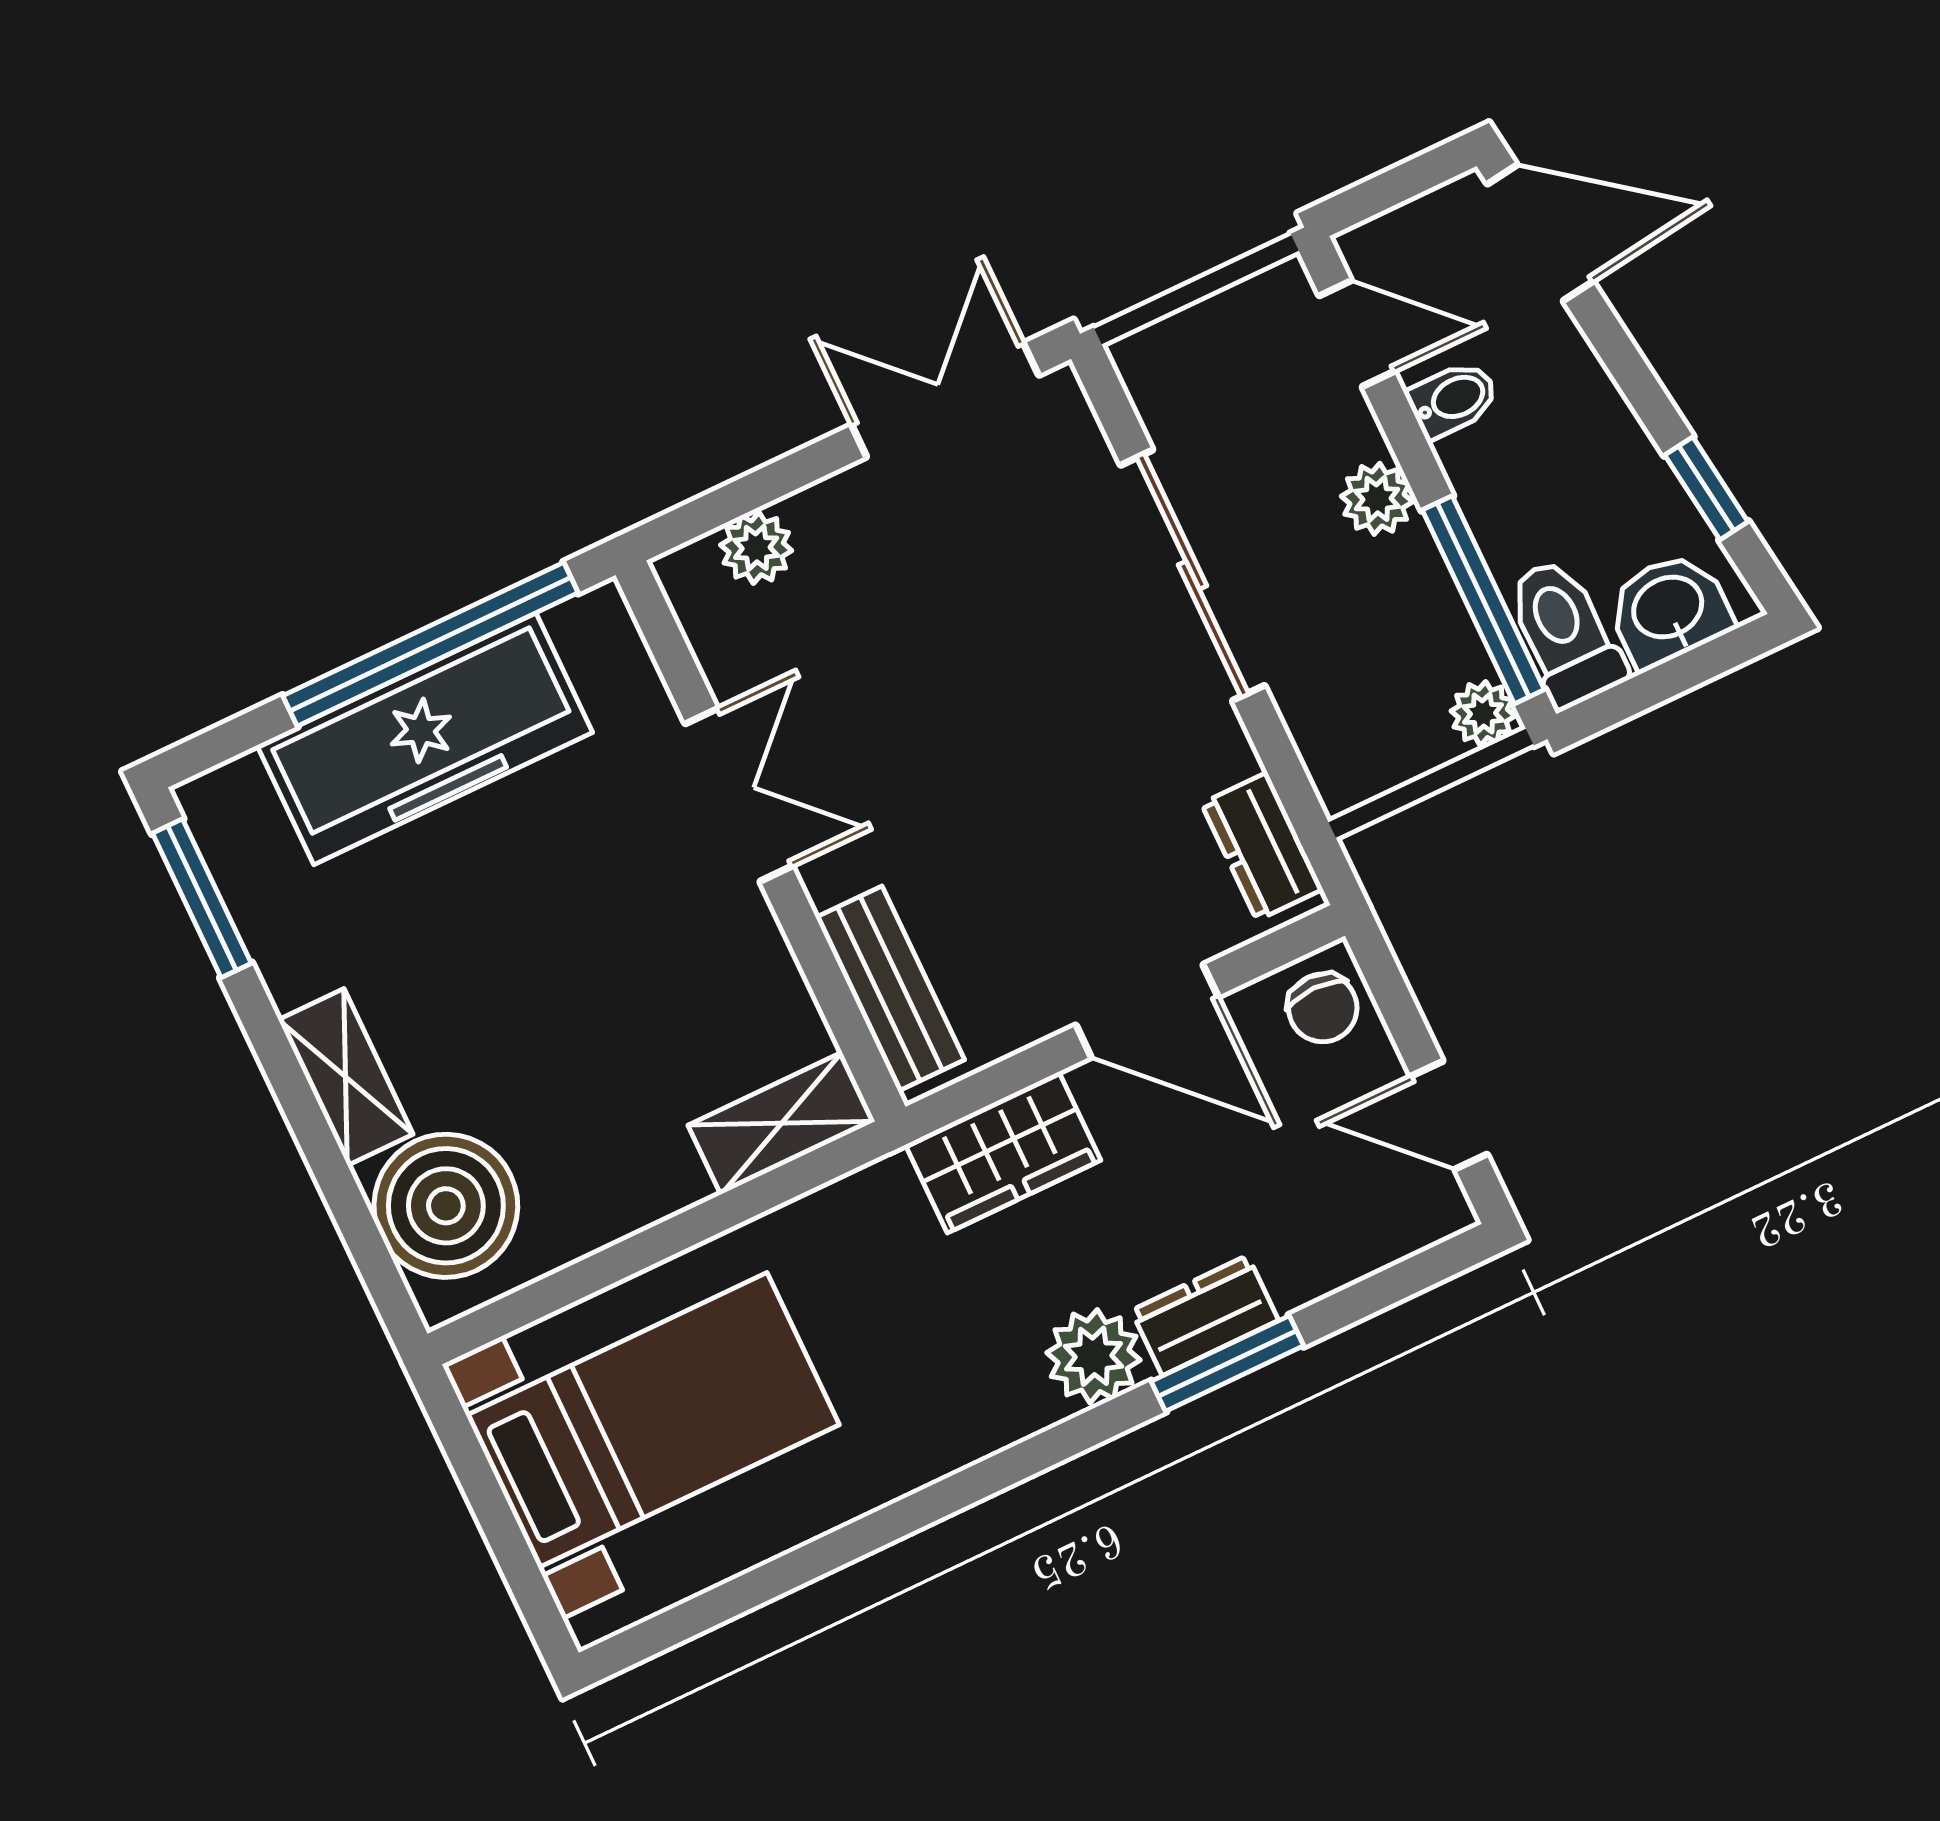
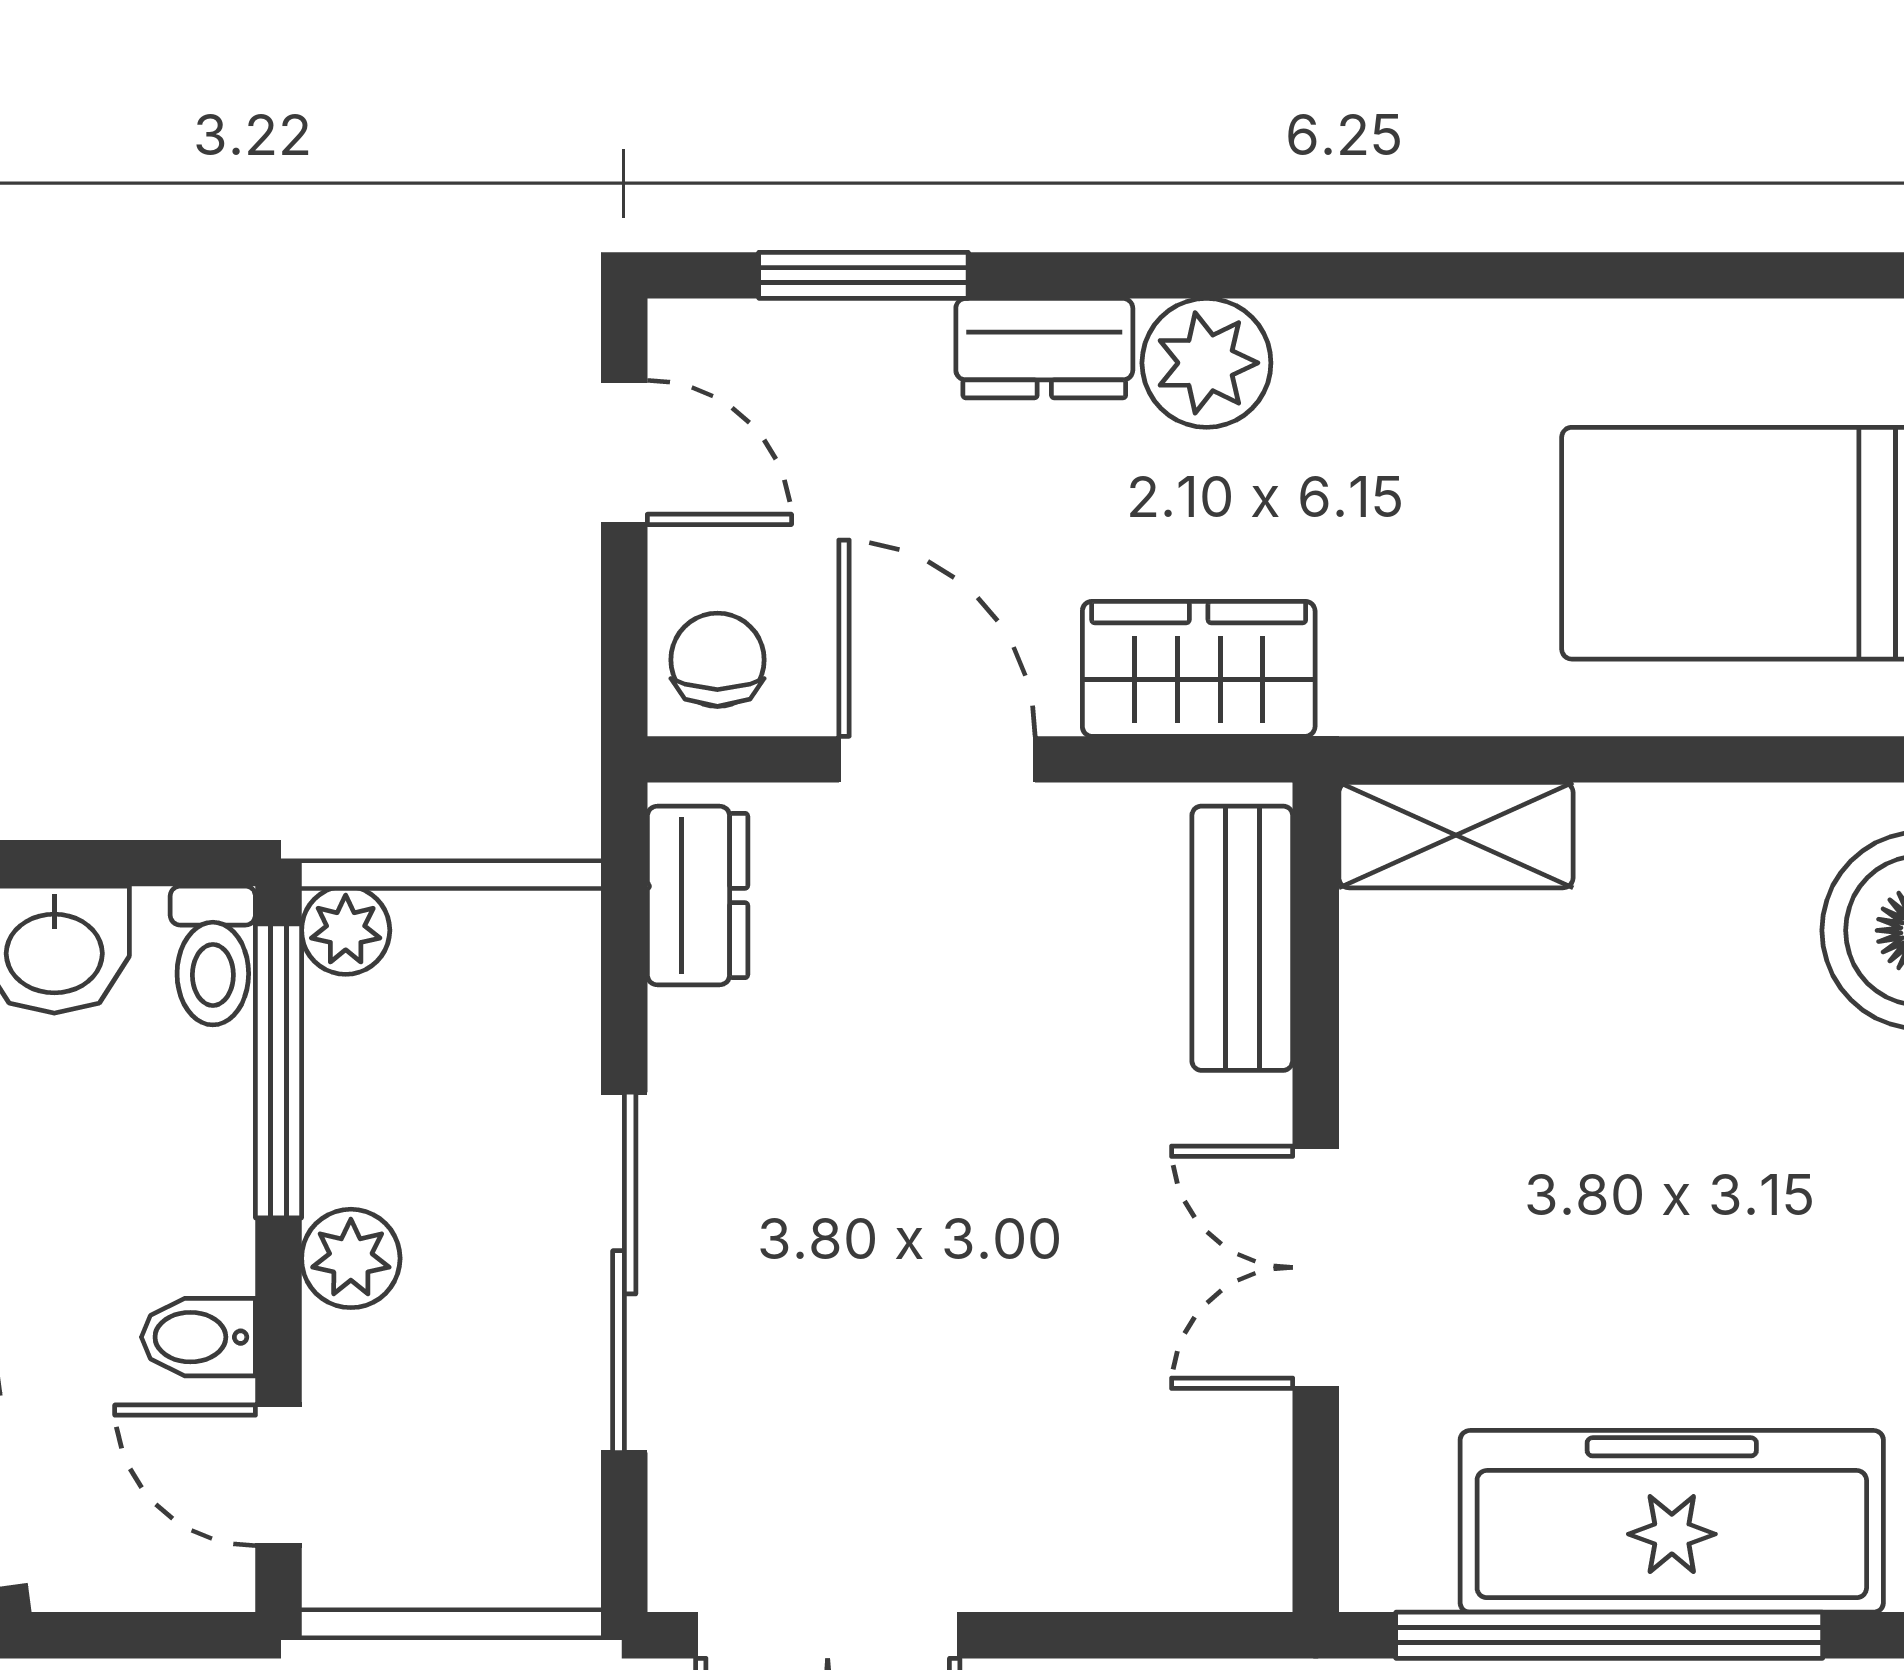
plant: (756, 548) -> (1149, 1563), removed
toilet: (1565, 633) -> (213, 956), width x0.73, depth x0.72
window: (1227, 1363) -> (863, 275), moved

